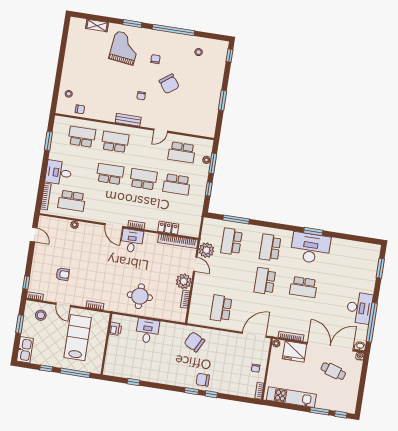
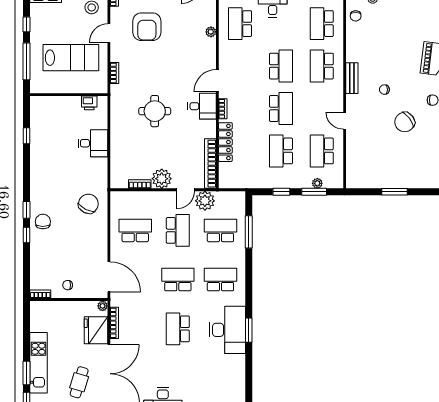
school desk: (82, 137) -> (322, 24), turned 180
school desk: (115, 142) -> (322, 66), turned 180
locker: (168, 228) -> (225, 142), width x1.53
armchair: (63, 274) -> (147, 27), width x1.88, depth x1.88
school desk: (226, 275) -> (178, 230), added
round table: (140, 296) -> (155, 111), moved
kitchen unit: (291, 397) -> (38, 363), moved

